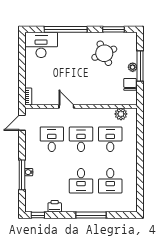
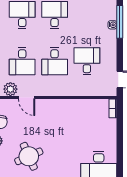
door: (66, 106) -> (27, 97), moved
desk: (52, 139) -> (87, 61), turned 180

